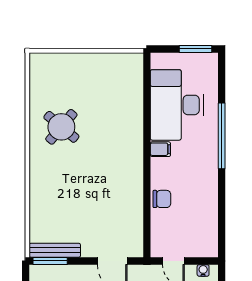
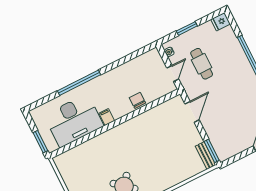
window: (196, 49) -> (40, 142), moved
bench: (55, 250) -> (206, 156), width x0.73

